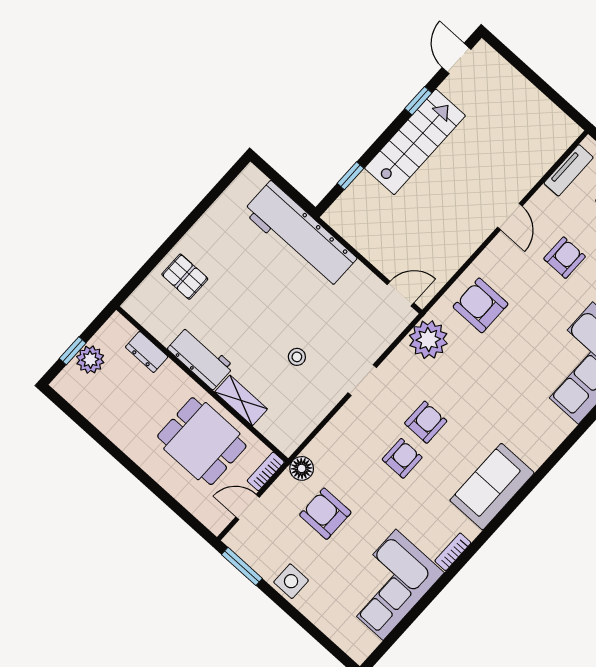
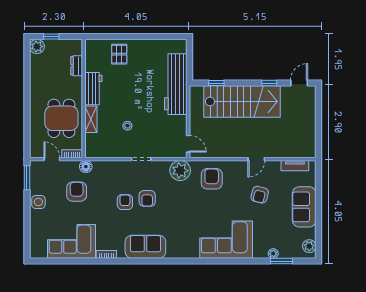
stairs: (415, 142) -> (242, 101), width x1.36, depth x1.51
armchair: (565, 258) -> (260, 195), turned 104
plant: (90, 360) -> (37, 46), moved
armchair: (426, 422) -> (147, 198), turned 90
armchair: (402, 458) -> (125, 202), turned -90

